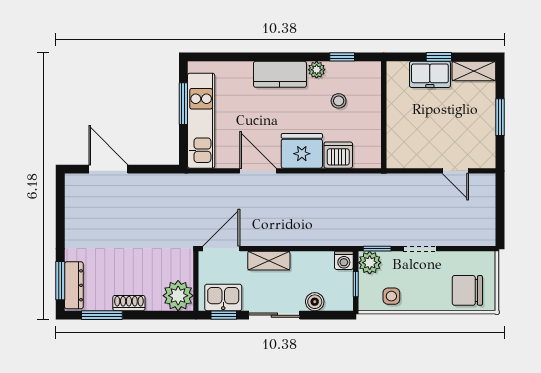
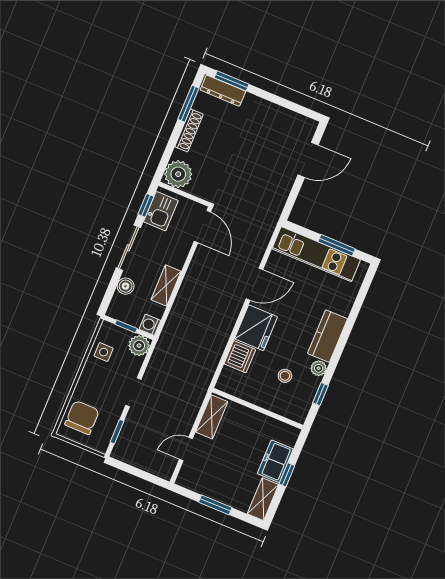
shelving: (412, 158) -> (212, 417), added
window: (377, 249) -> (117, 432), moved
shelving: (269, 261) -> (166, 285), moved
shoe rack: (129, 303) -> (189, 131), width x1.43

